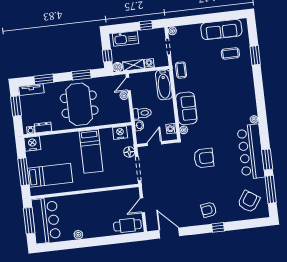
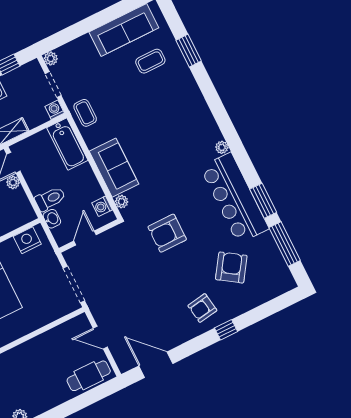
washing machine: (149, 63) -> (55, 110), moved
floor lamp: (129, 152) -> (51, 264), removed
armchair: (204, 158) -> (167, 233), turned 180
armchair: (249, 201) -> (231, 267), moved
door: (142, 205) -> (100, 338), hinge flipped

